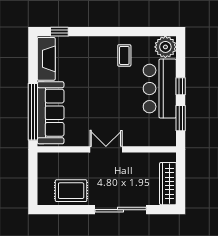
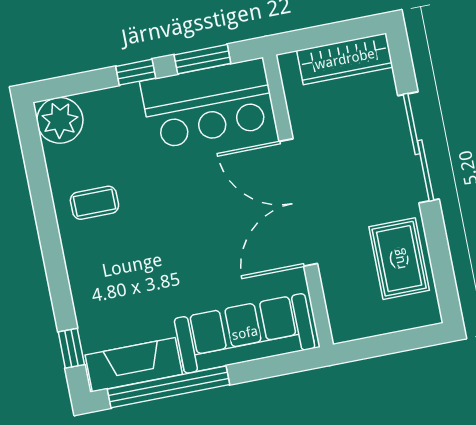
bar counter: (160, 89) -> (208, 104), moved
window: (33, 112) -> (169, 387), moved
double door: (106, 149) -> (298, 203), width x1.87

